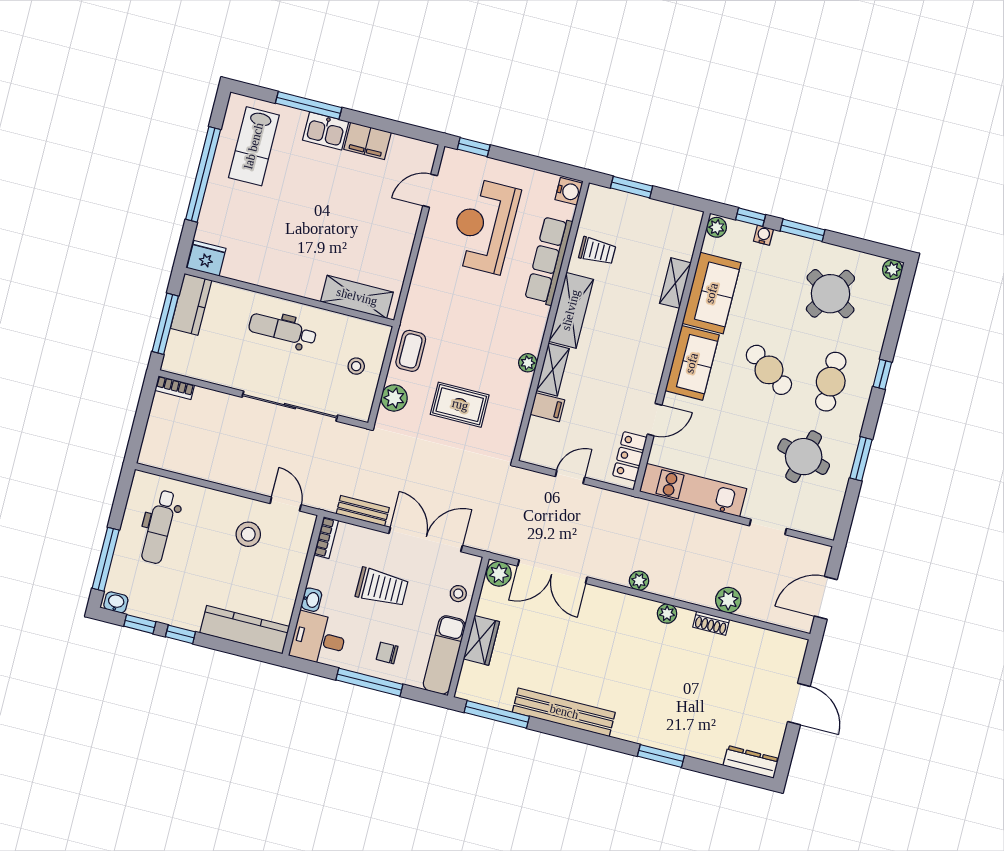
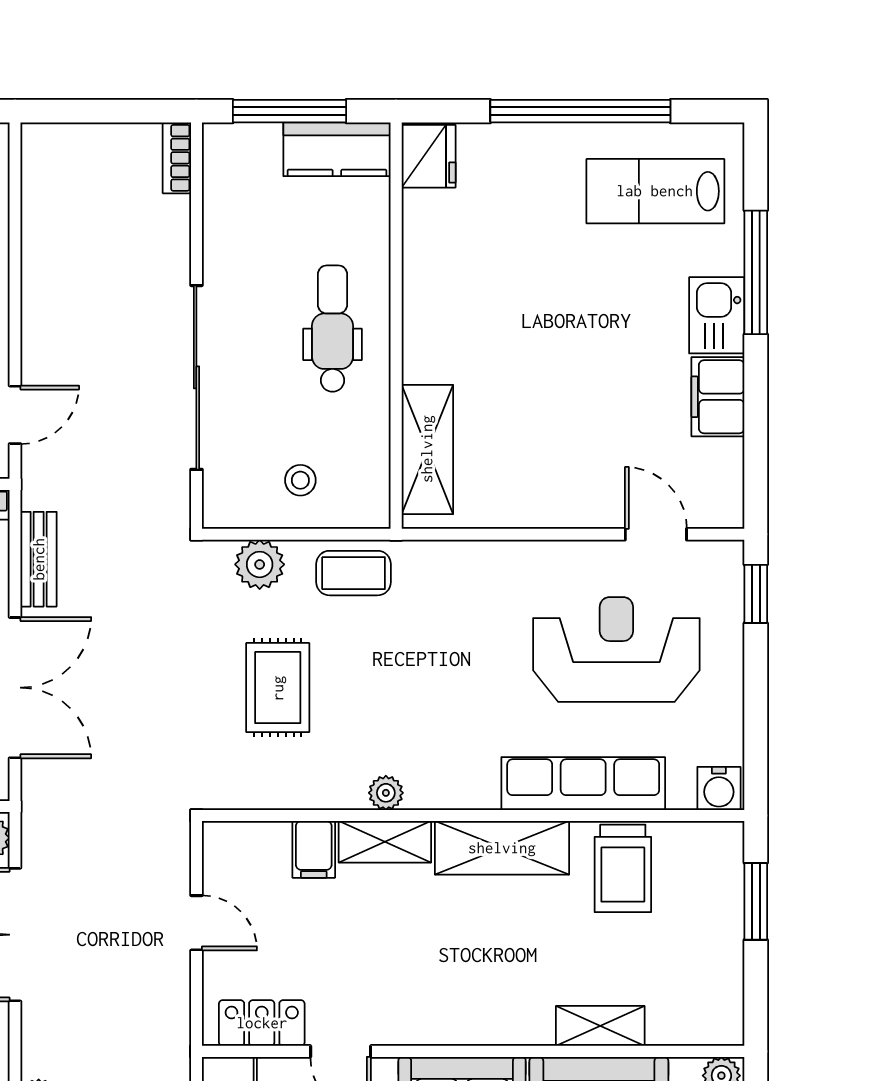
trolley: (597, 251) -> (623, 868), width x1.36, depth x1.39

